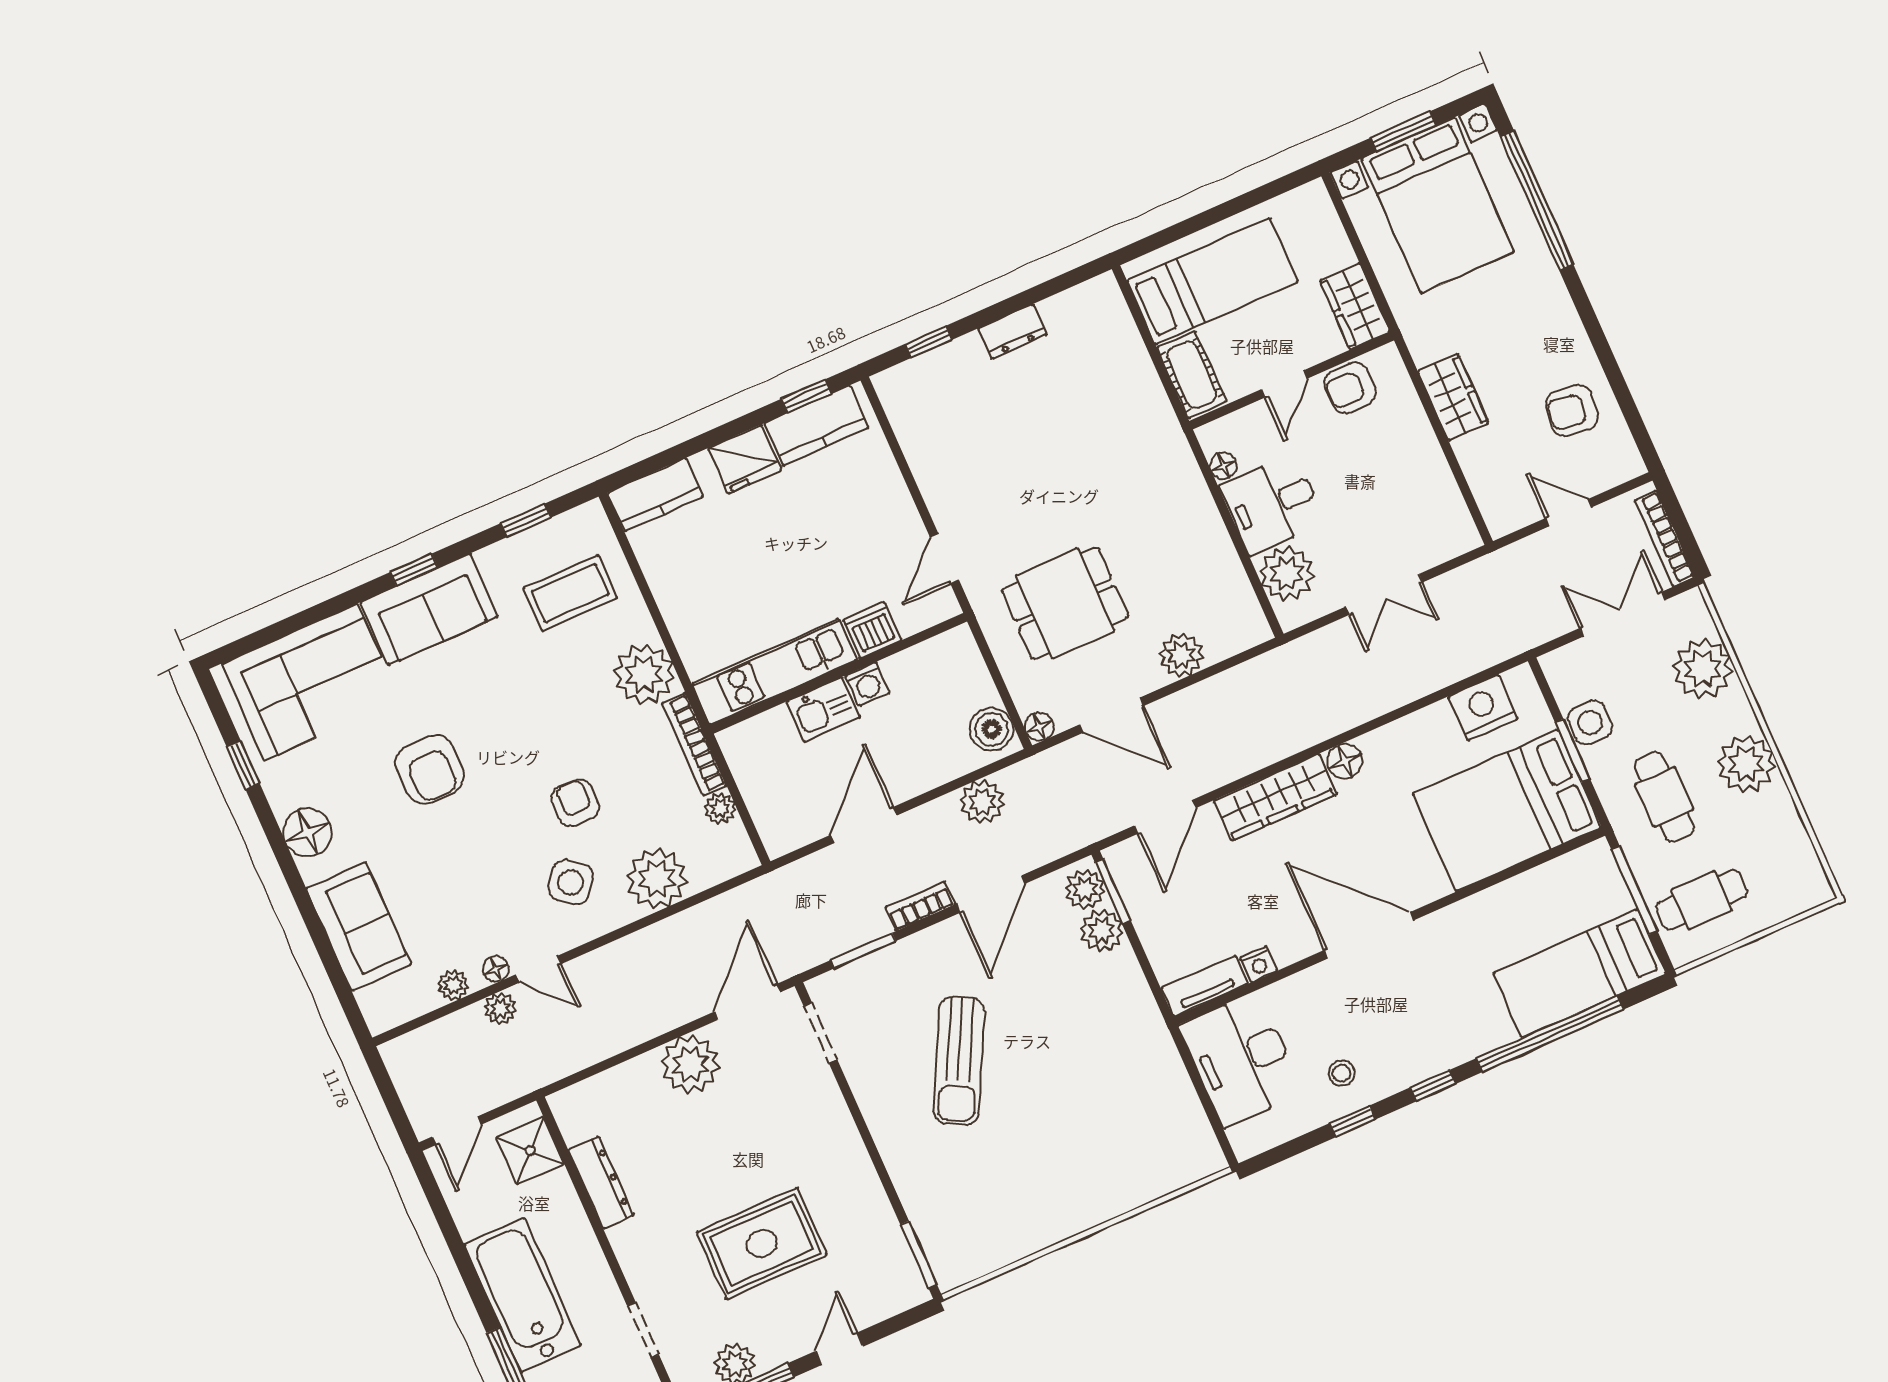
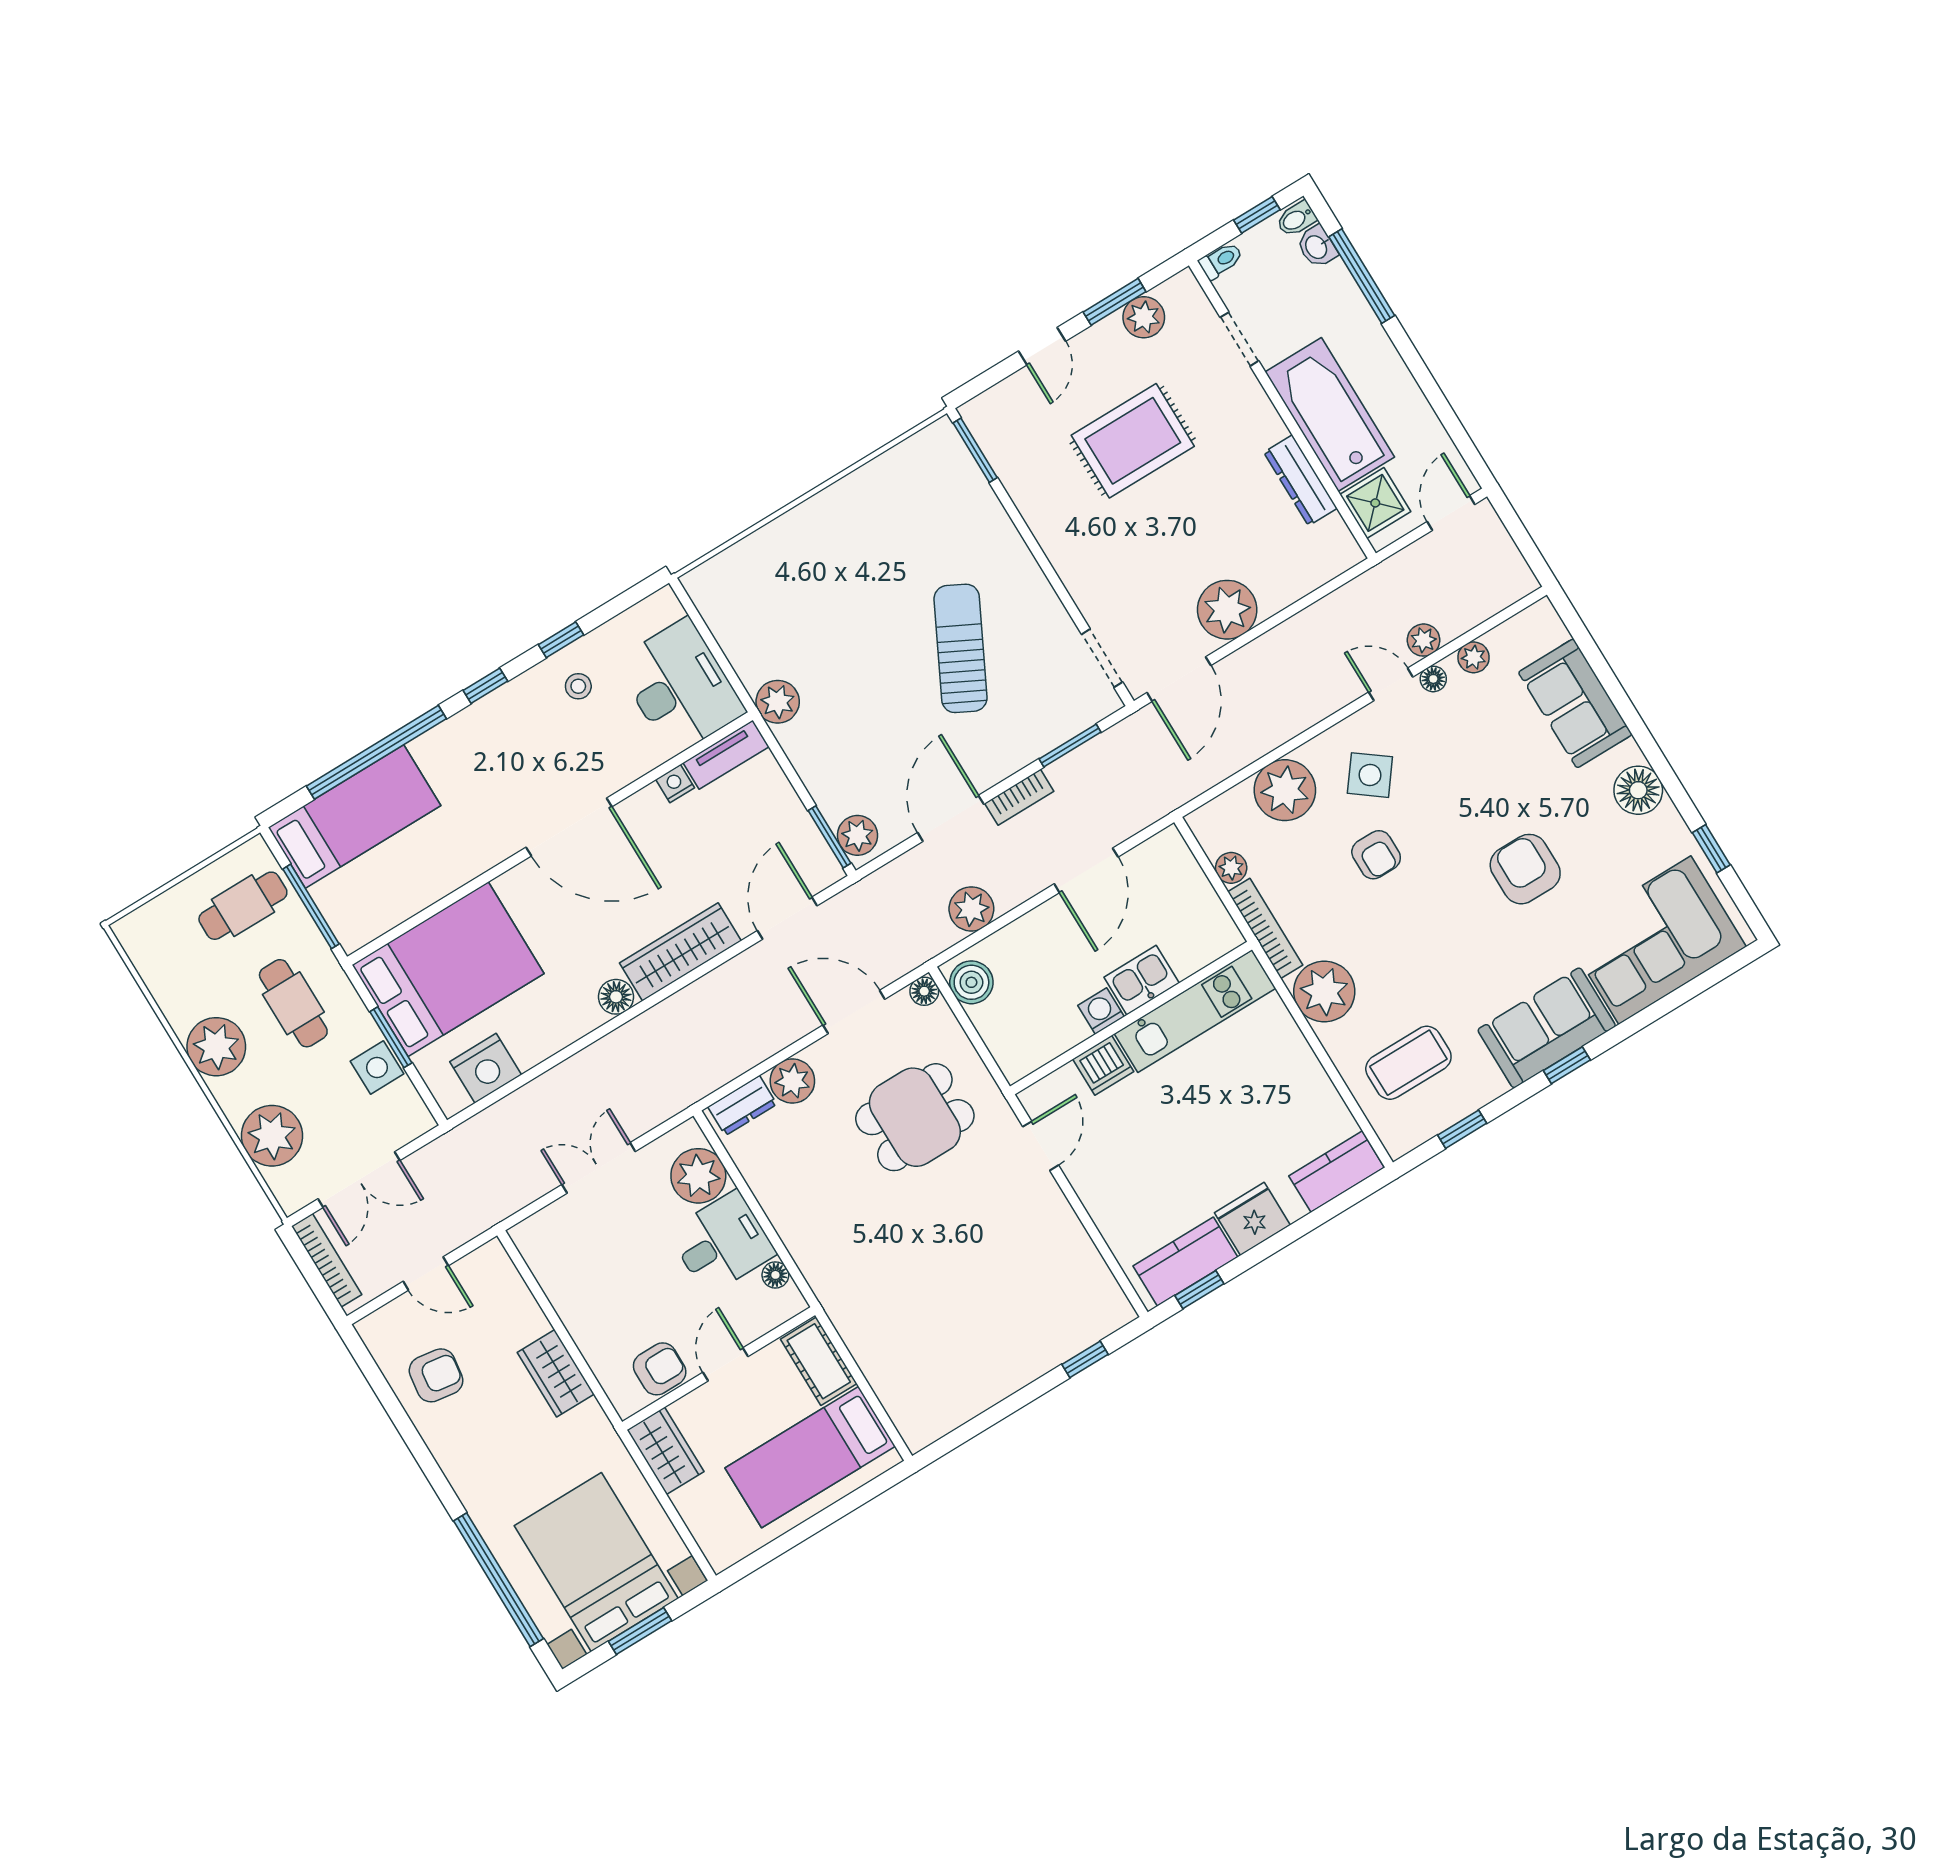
dresser: (1013, 332) -> (742, 1106), moved, turned 180
plant: (1102, 931) -> (778, 702), moved
bathtub: (522, 1295) -> (1330, 414), moved, turned 180

